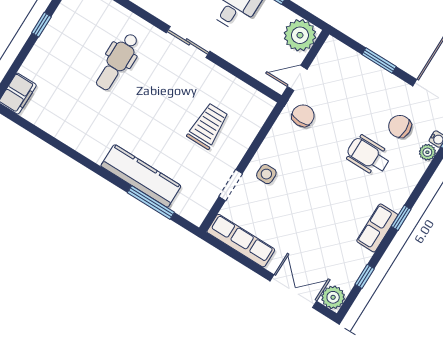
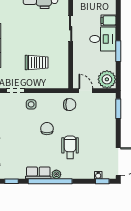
window: (379, 61) -> (118, 109), moved
chair: (400, 126) -> (47, 129), moved
plant: (427, 152) -> (56, 174), moved
window: (401, 218) -> (50, 181), width x3.17

